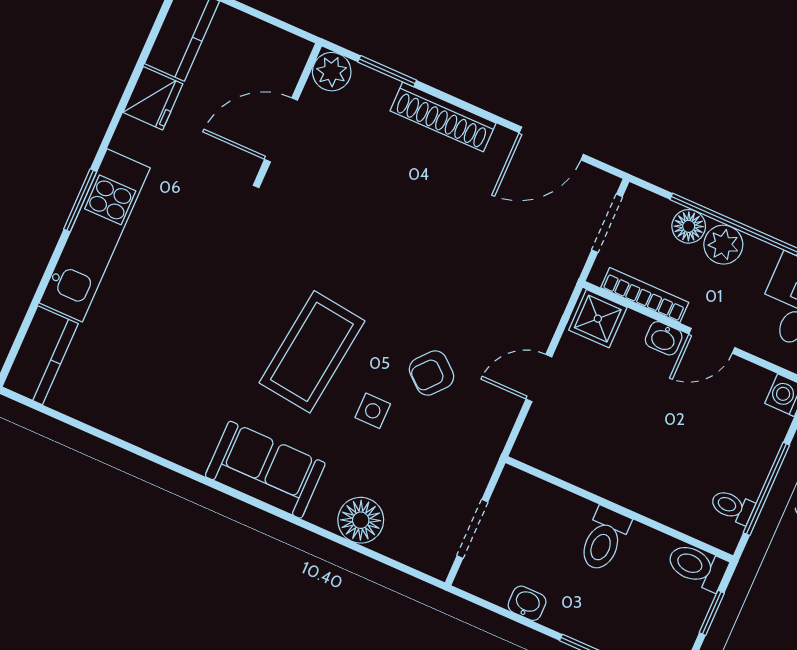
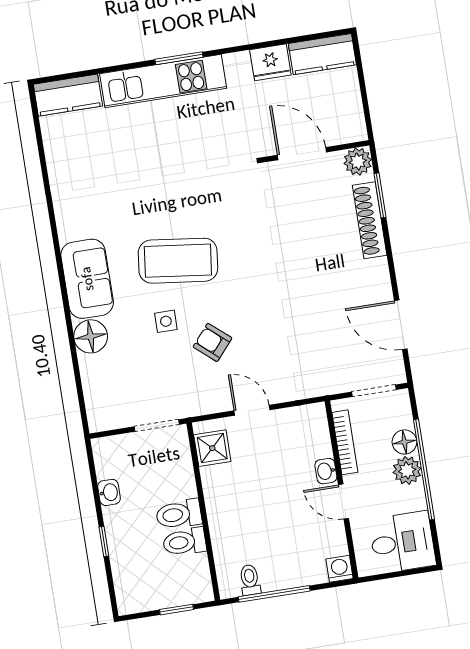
shoe rack: (443, 117) -> (370, 220), moved
shower: (598, 319) -> (212, 448), moved
floor lamp: (361, 520) -> (91, 336), moved
doorway: (472, 529) -> (157, 425), moved
toilet: (697, 566) -> (184, 542), moved, turned -90

